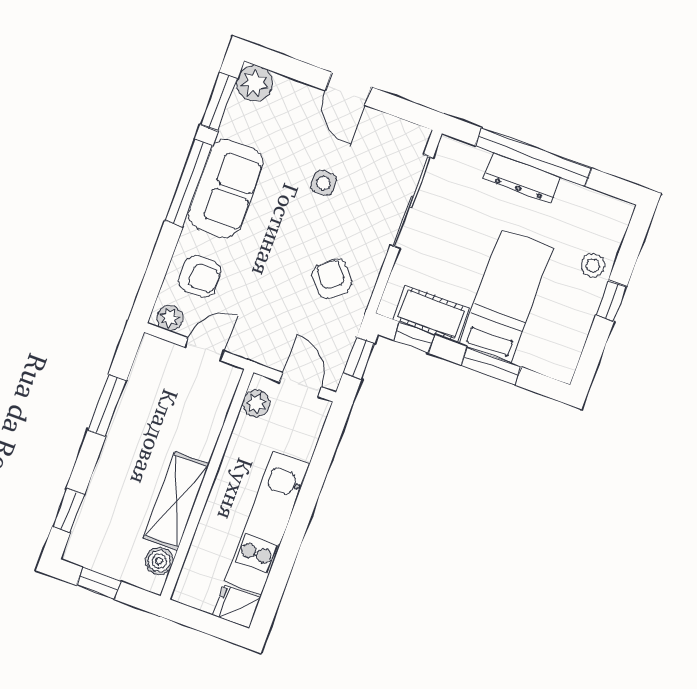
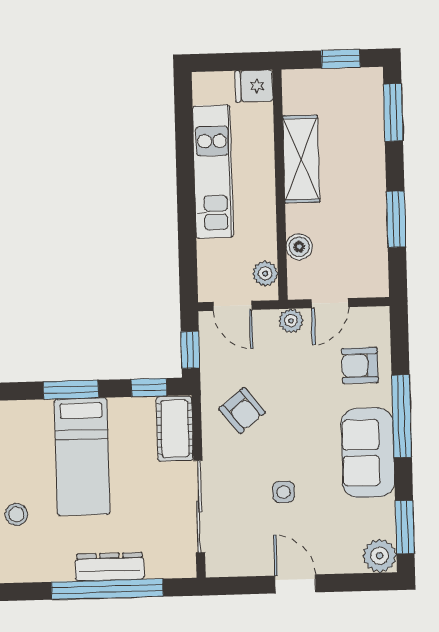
window: (189, 183) -> (402, 416), moved
cot: (431, 314) -> (175, 429), moved, turned 90
plant: (170, 318) -> (291, 321), moved
window: (68, 511) -> (393, 113), width x1.50
boiler: (159, 561) -> (299, 247), moved
fridge: (237, 606) -> (254, 86), moved, turned 180

